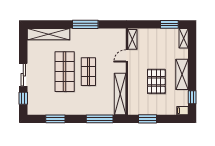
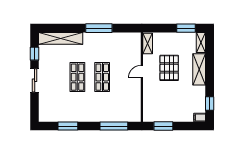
door: (127, 56) -> (142, 72), moved
shop shelf: (65, 72) -> (77, 77), width x0.70, depth x0.74
shelving: (182, 74) -> (199, 69), moved
pallet: (156, 81) -> (169, 68), moved
shelving: (120, 94) -> (135, 100), removed
window: (23, 98) -> (35, 54), moved

